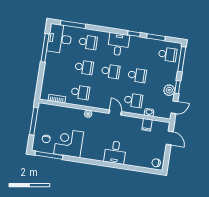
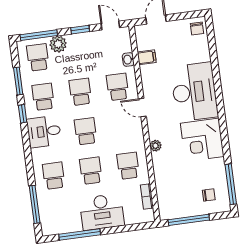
desk: (60, 39) -> (102, 212), moved
school desk: (141, 50) -> (43, 97), added
plant: (169, 90) -> (58, 44), moved
door: (115, 113) -> (142, 108), hinge flipped
corner desk: (69, 143) -> (202, 140), moved
desk: (115, 152) -> (194, 92), width x1.87, depth x1.30

